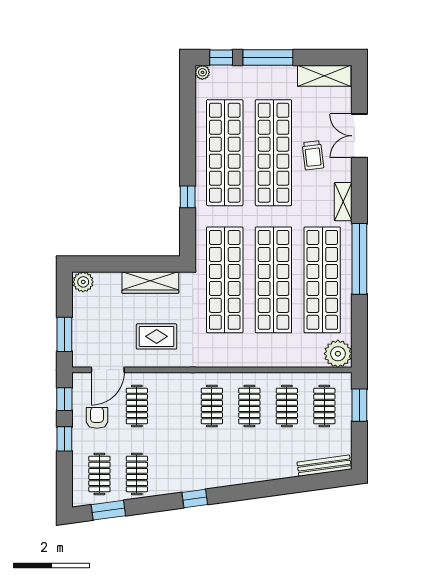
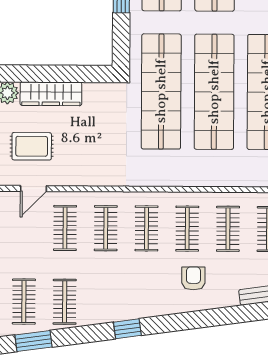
wardrobe: (150, 283) -> (51, 94), moved
rug: (157, 336) -> (32, 146), moved
door: (108, 370) -> (33, 189), width x0.73
clothes rail: (174, 406) -> (106, 228), added
armchair: (97, 418) -> (193, 278), moved

